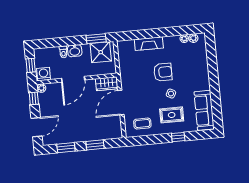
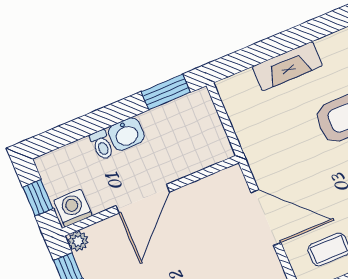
shower: (101, 52) -> (185, 119), removed
wardrobe: (107, 84) -> (221, 186), removed
door: (121, 103) -> (266, 218), swing flipped

